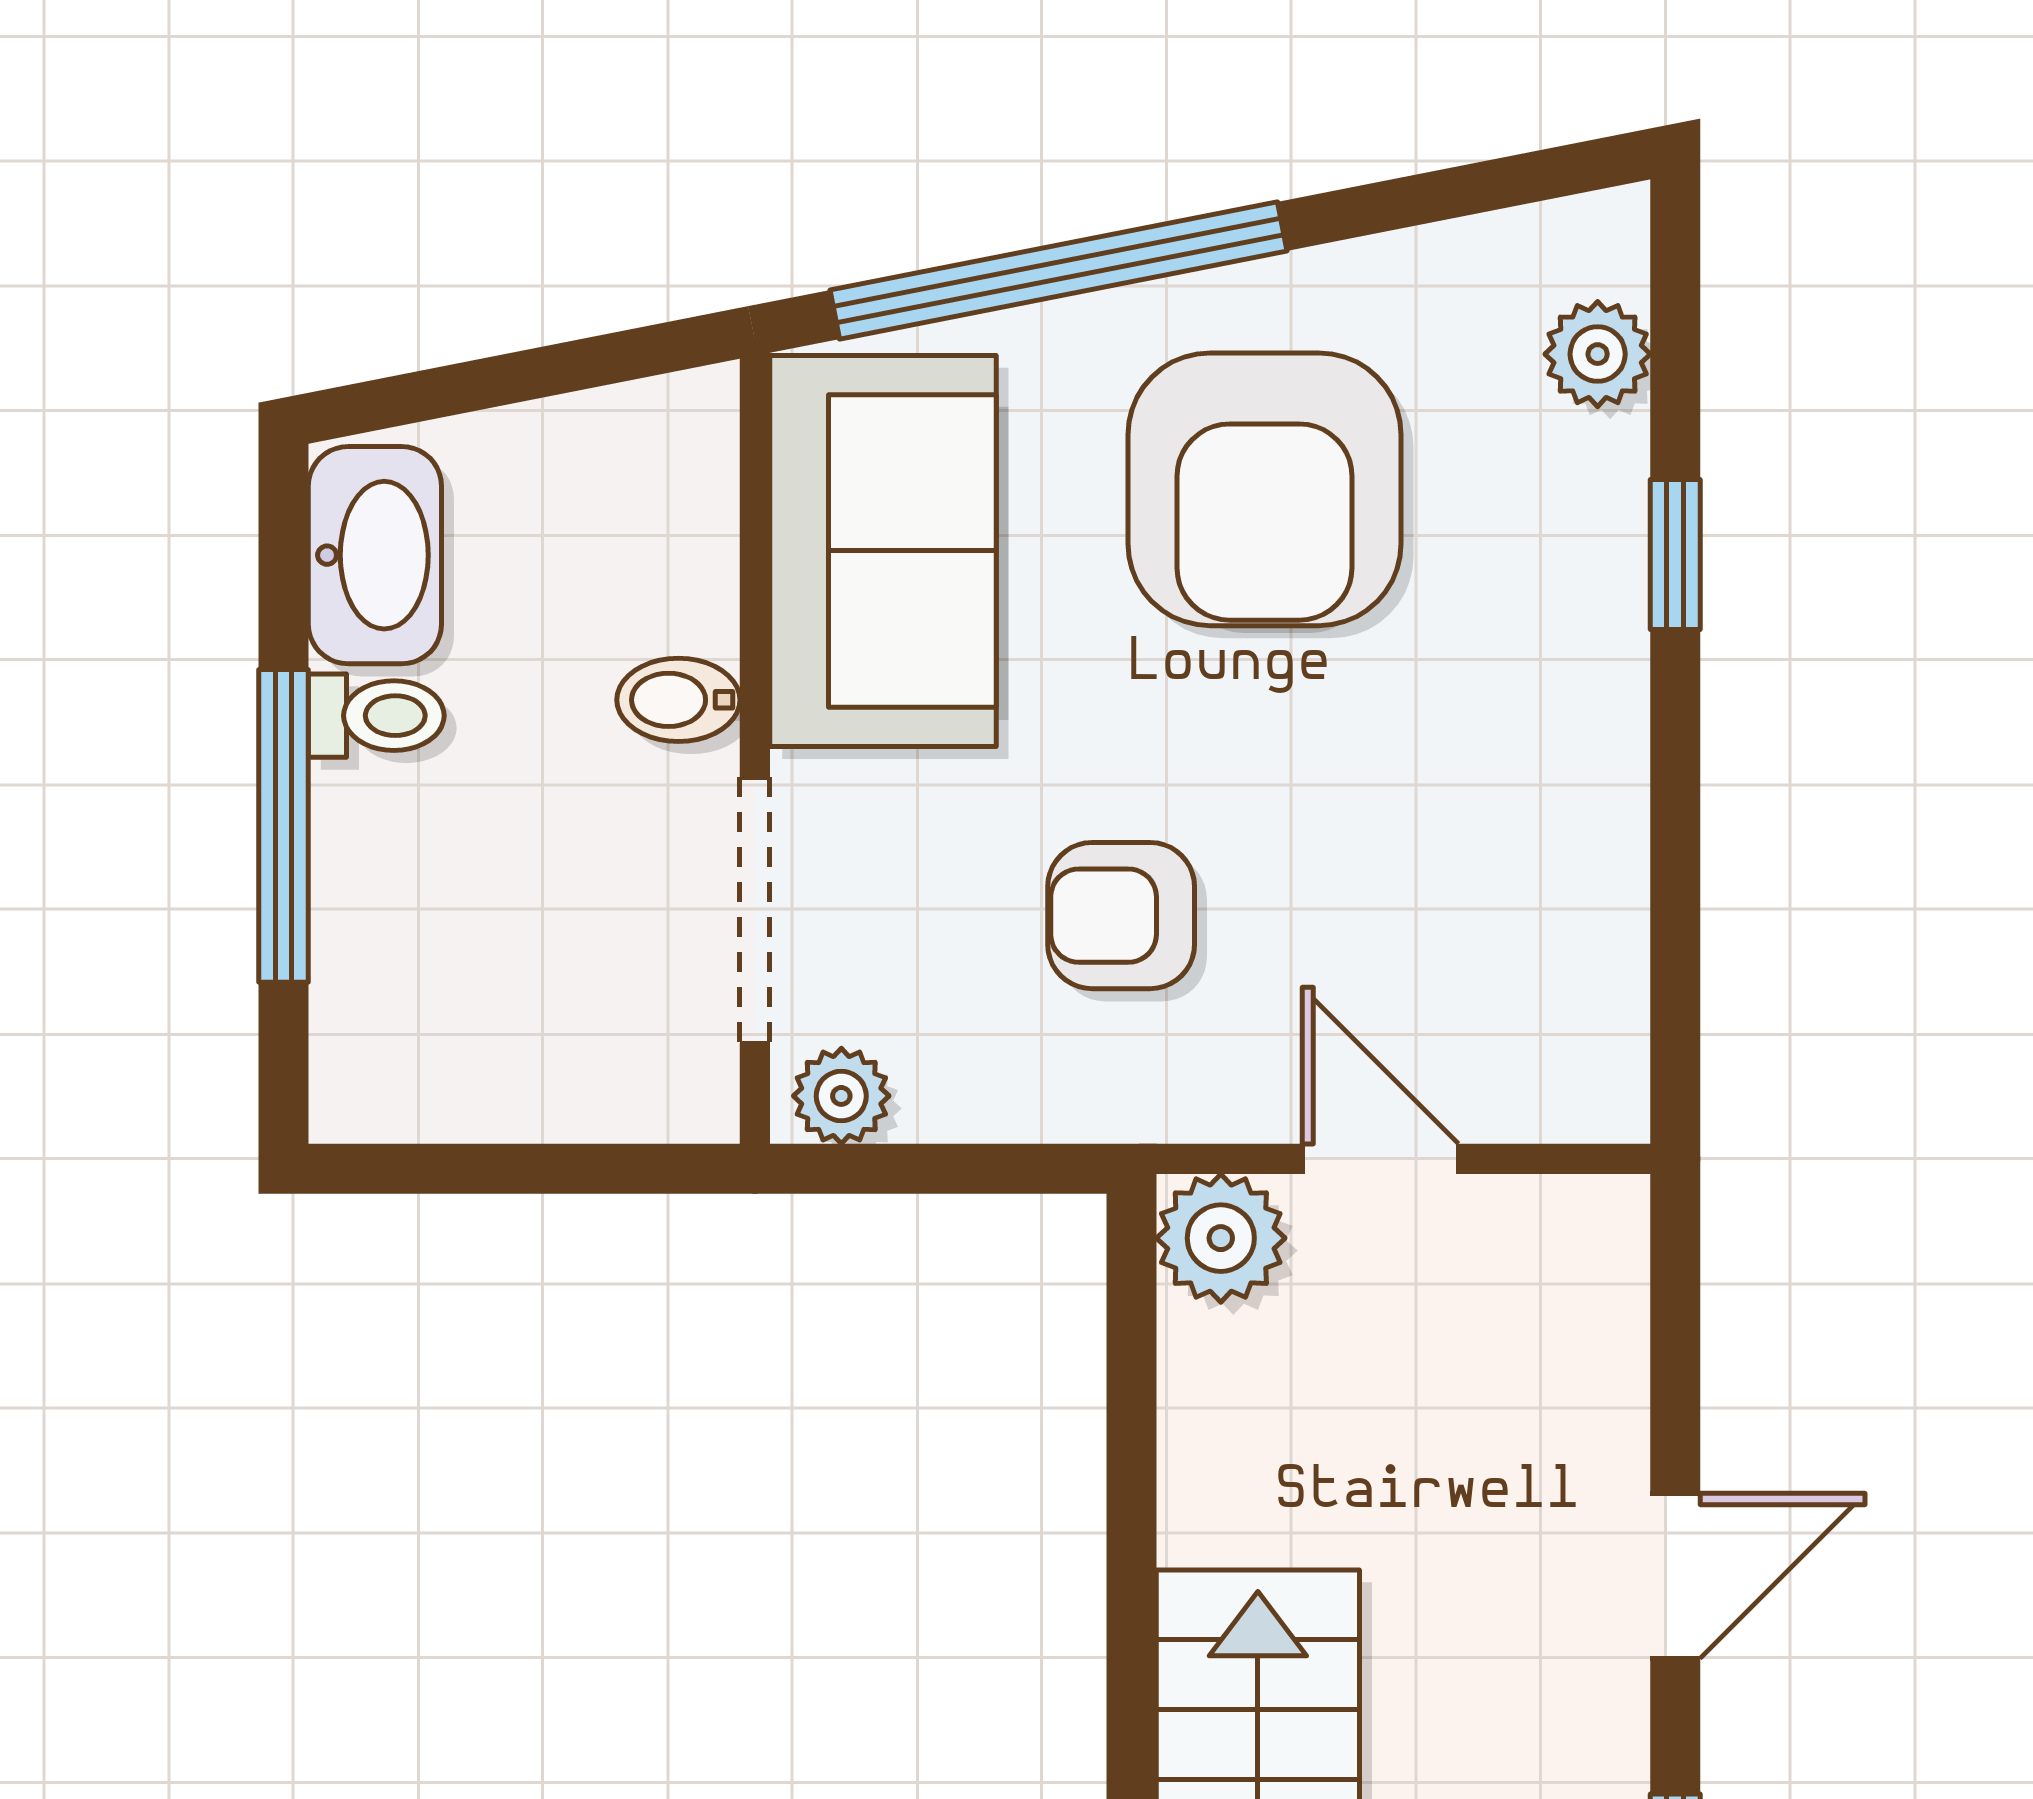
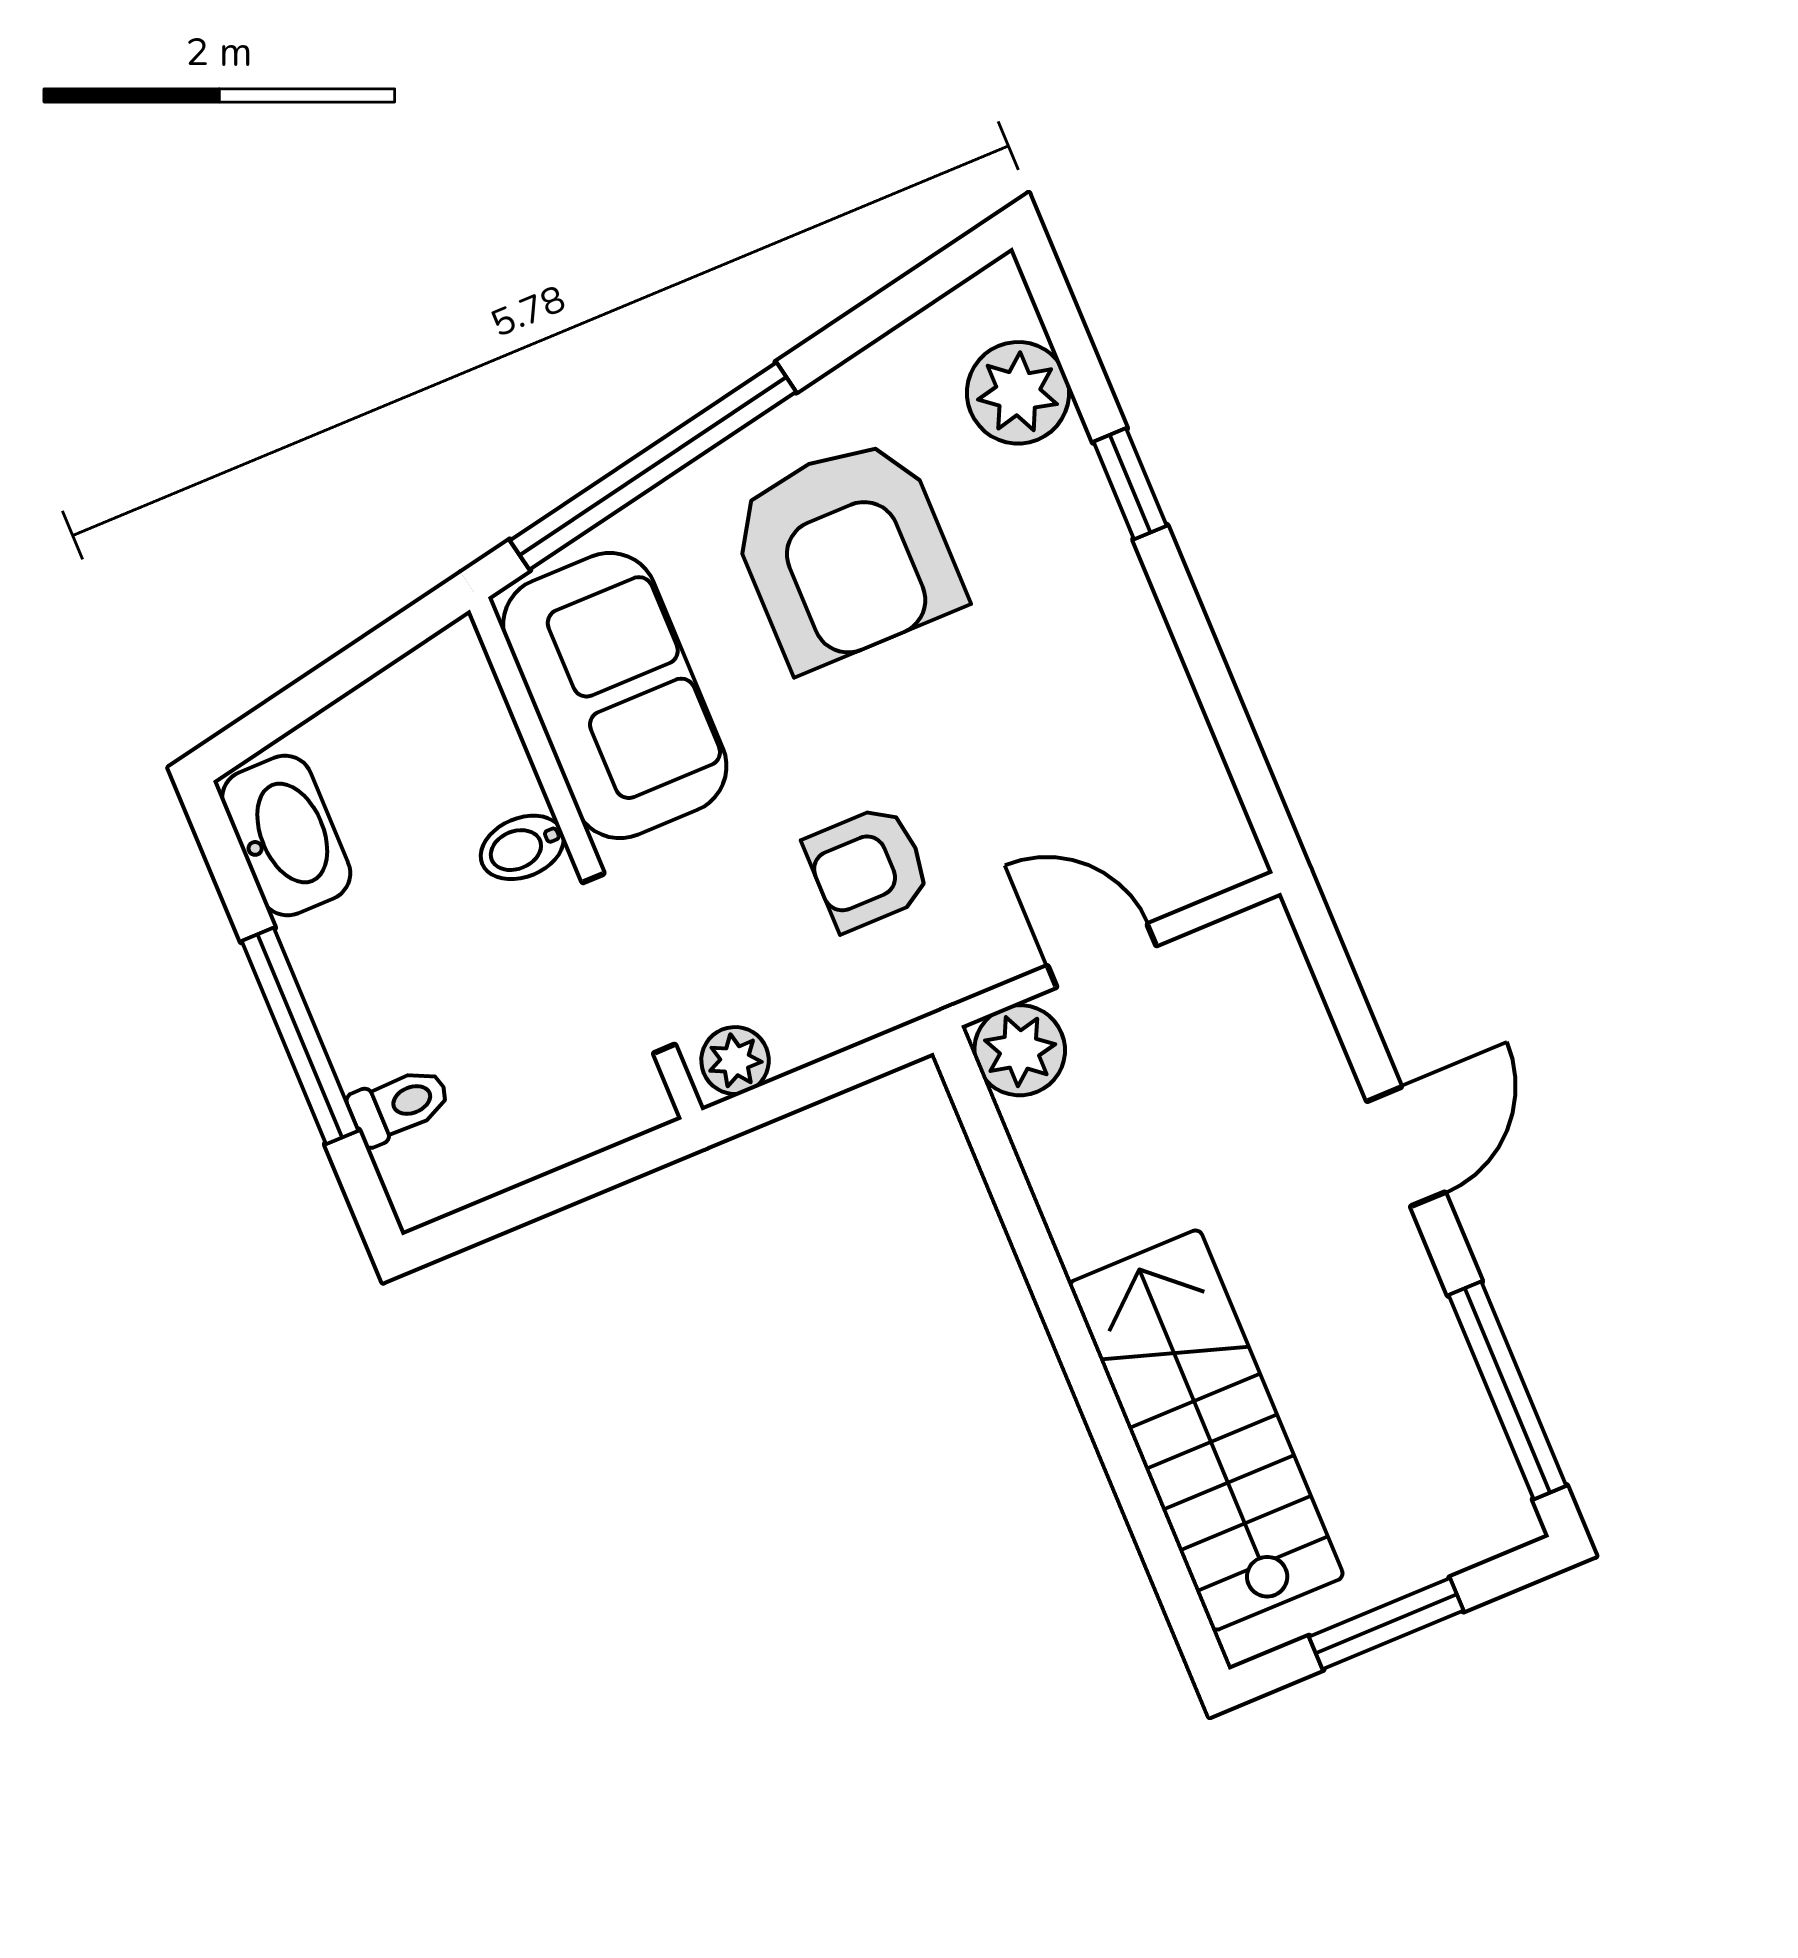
plant: (1598, 354) -> (1018, 393), width x1.38, depth x1.38
toilet: (376, 716) -> (399, 1105), moved

